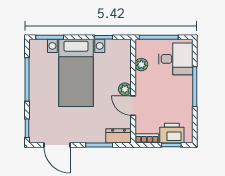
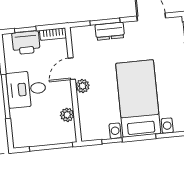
desk: (176, 59) -> (26, 89), moved
door: (133, 106) -> (72, 69), swing flipped
dresser: (119, 136) -> (110, 31), moved

